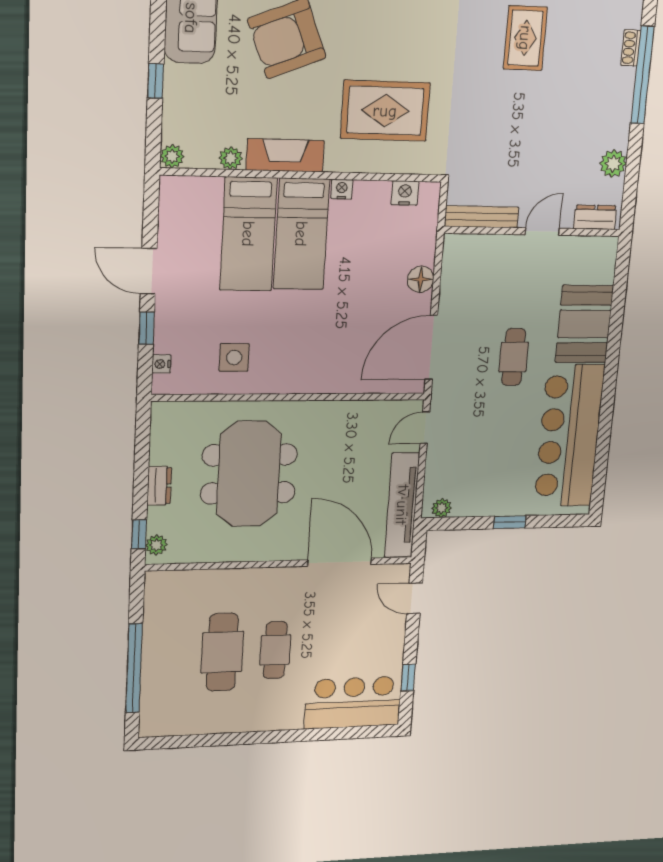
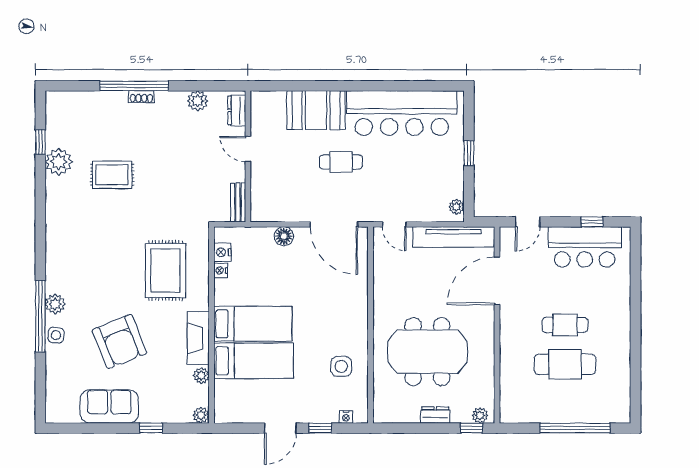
shoe rack: (631, 48) -> (141, 97), moved
nightstand: (342, 189) -> (221, 270), moved
bench: (482, 217) -> (238, 202), width x0.73
bar counter: (353, 702) -> (585, 247), moved, turned -90

